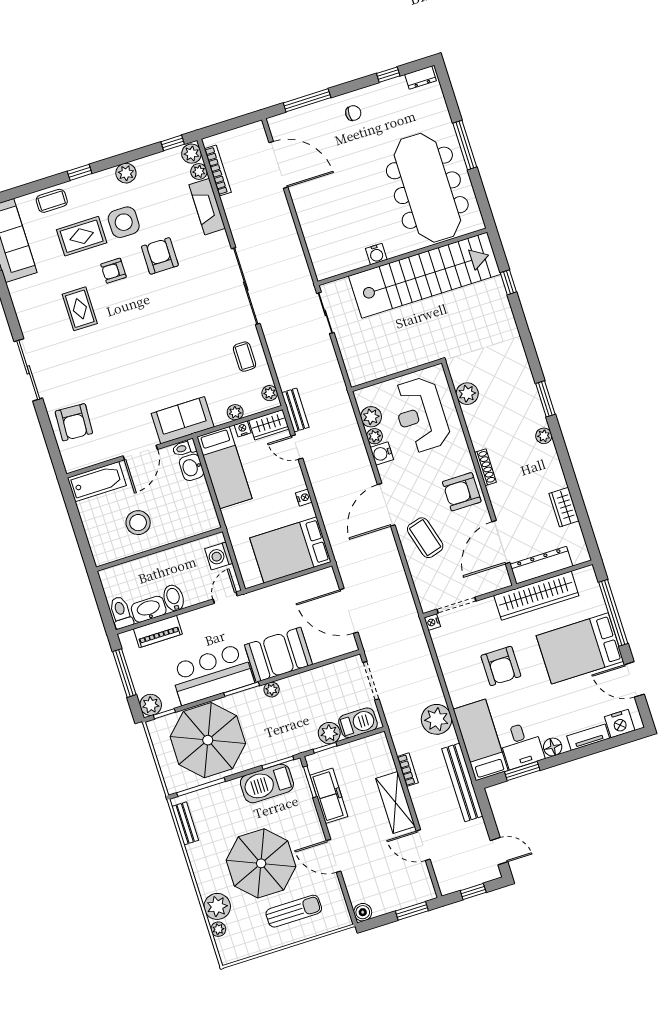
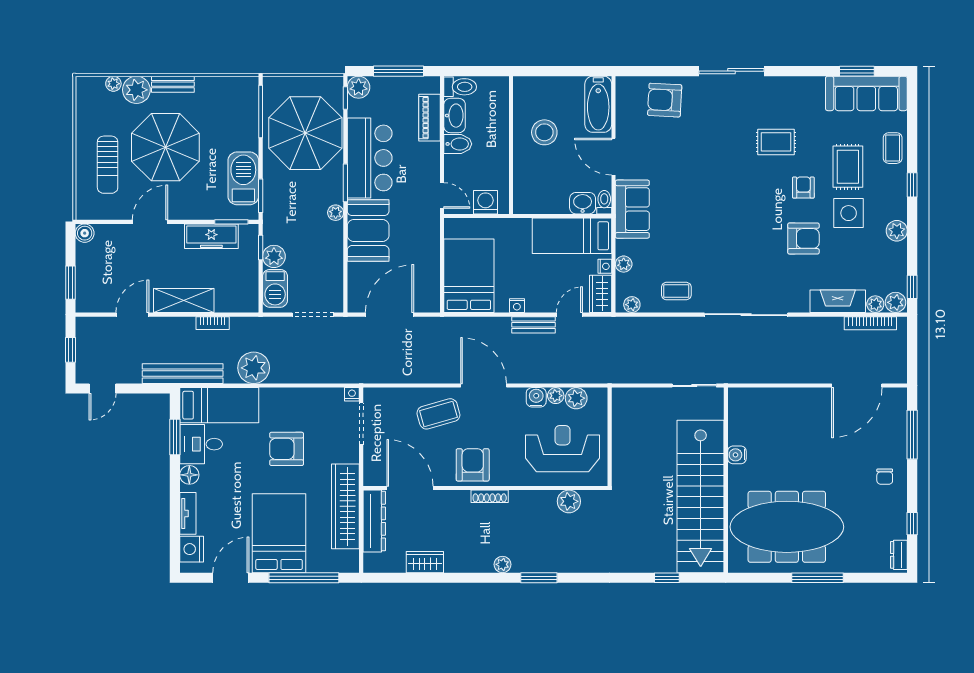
bench: (295, 410) -> (534, 325), moved
bench: (185, 823) -> (173, 84), moved

